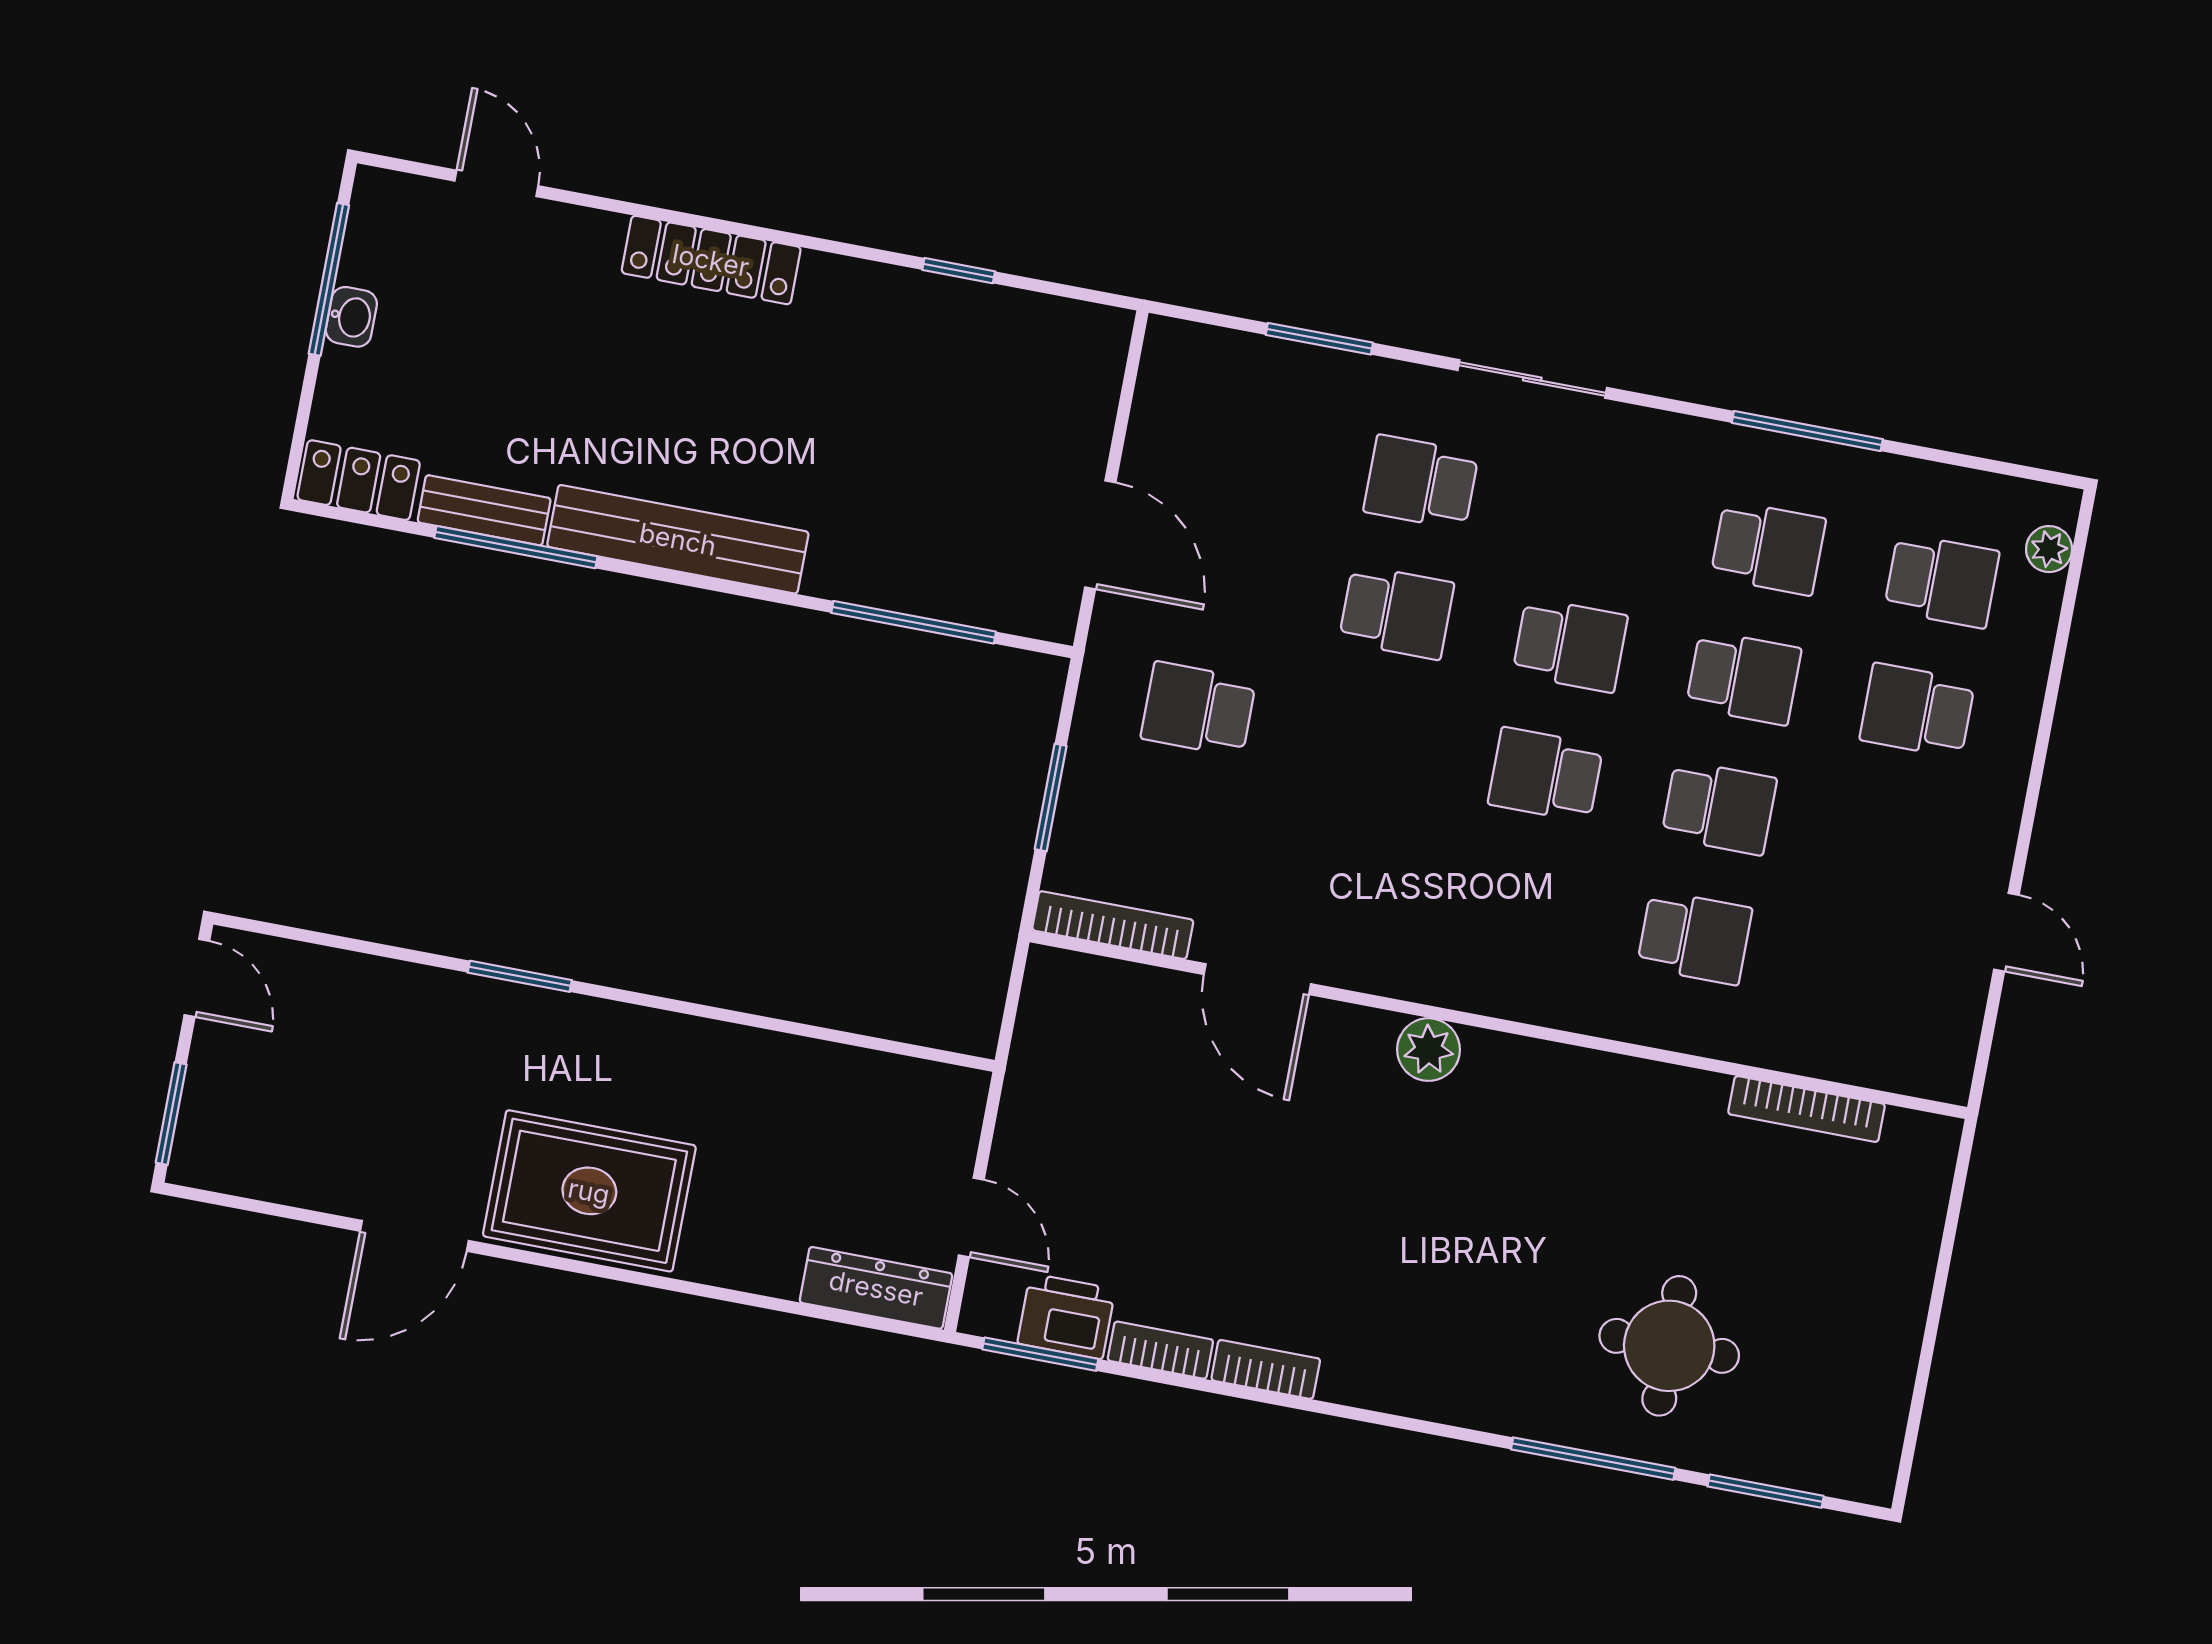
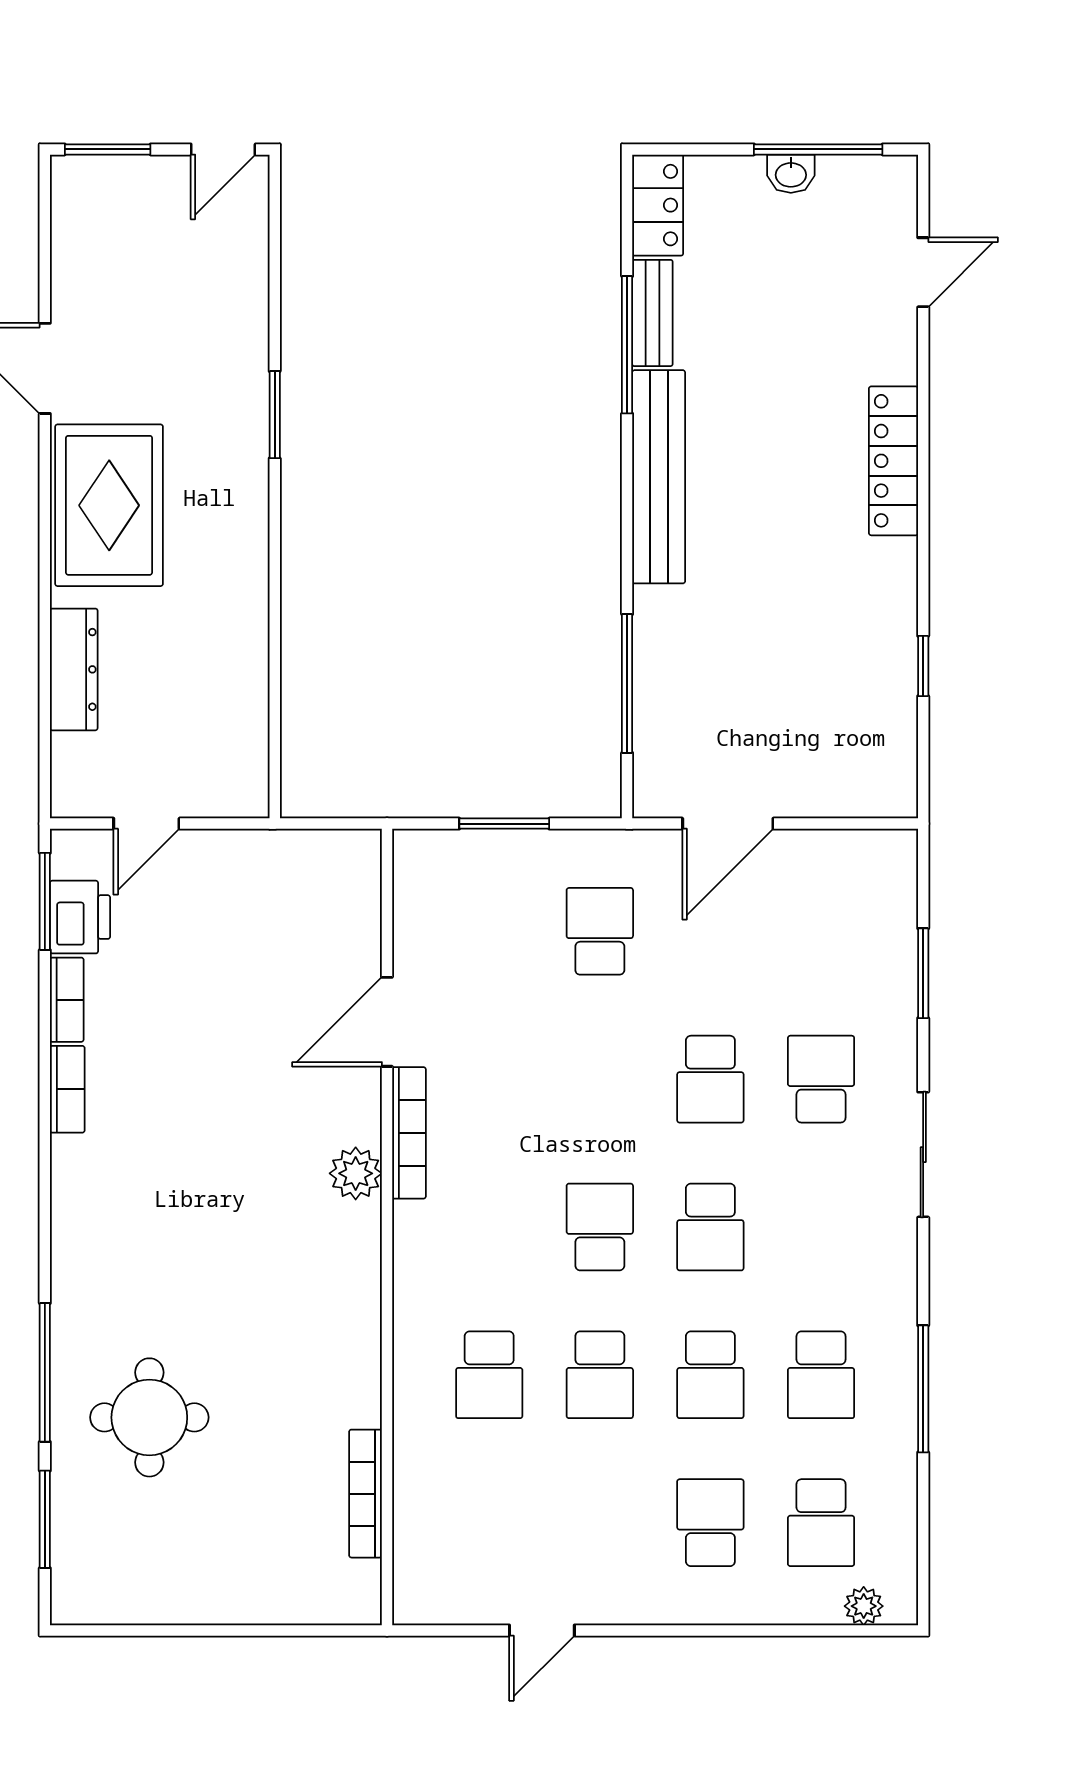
bookcase: (1113, 925) -> (409, 1133), moved
dresser: (876, 1288) -> (74, 669), moved

